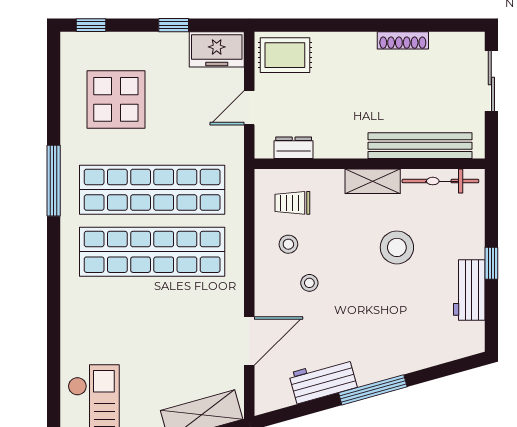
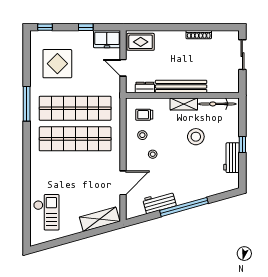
door: (249, 108) -> (123, 68), hinge flipped
bench: (420, 146) -> (181, 86), moved
window: (373, 390) -> (184, 207), width x1.46

